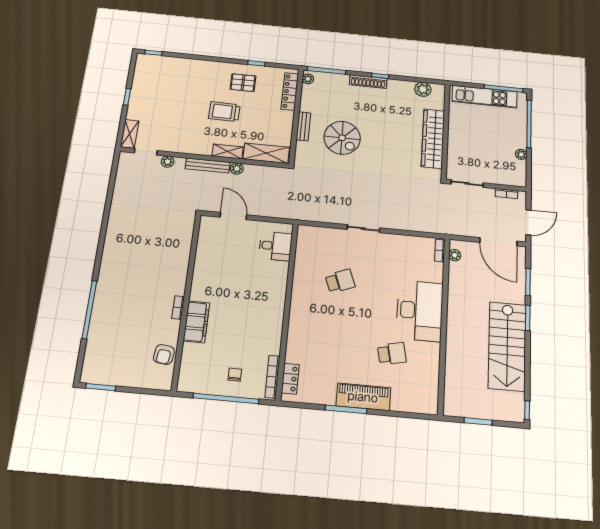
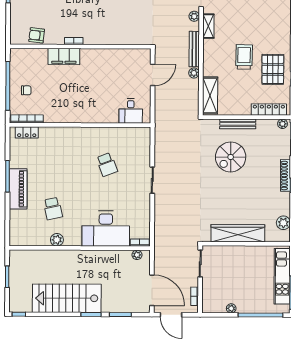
pallet: (243, 83) -> (273, 69), width x1.50, depth x1.42
bench: (303, 126) -> (238, 124), width x1.36
shelving: (228, 152) -> (208, 26), moved
door: (498, 242) -> (152, 290), swing flipped
desk: (420, 311) -> (106, 229), moved
plant: (432, 352) -> (57, 240), added

